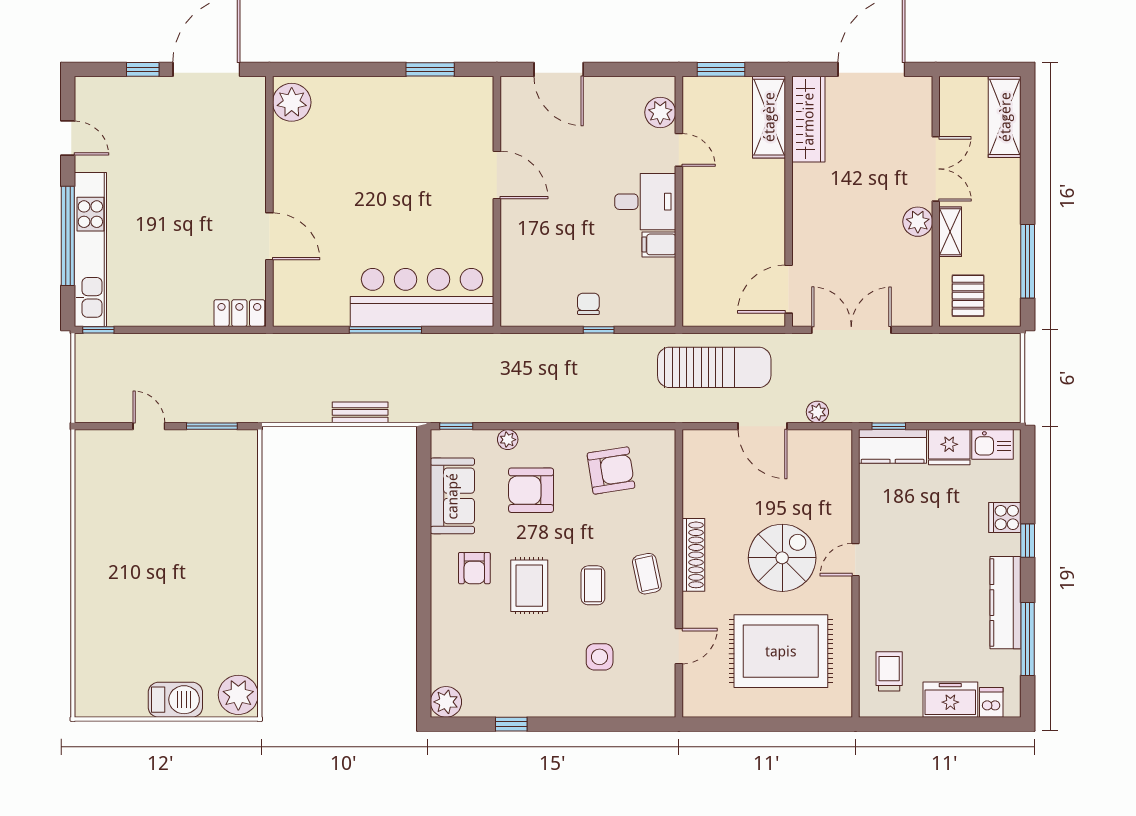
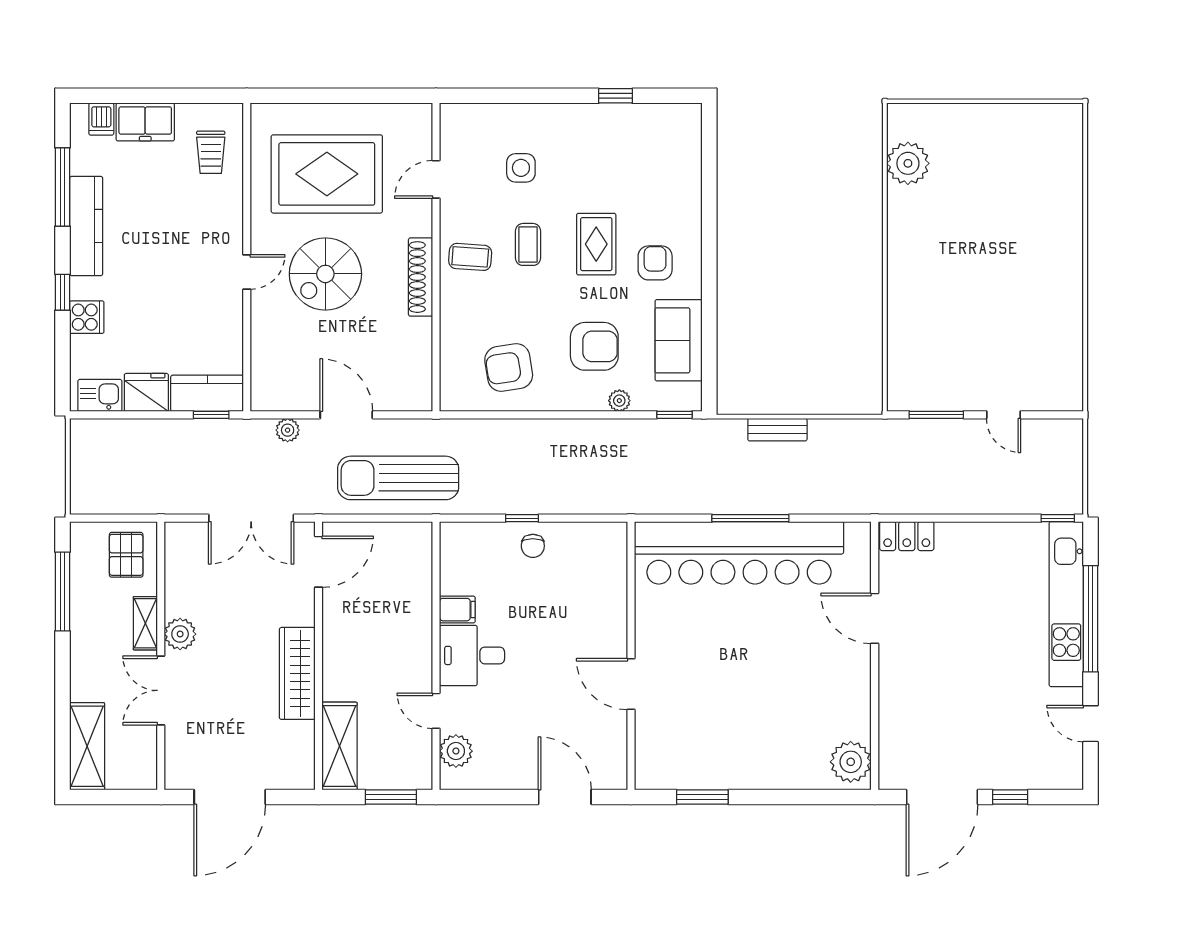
wardrobe: (808, 119) -> (297, 673), moved
bar counter: (422, 297) -> (739, 553), width x1.36
coffee table: (647, 574) -> (470, 257), turned -74
plant: (238, 695) -> (908, 163), moved
barbecue: (175, 700) -> (975, 122), removed
plant: (446, 702) -> (685, 120), removed

